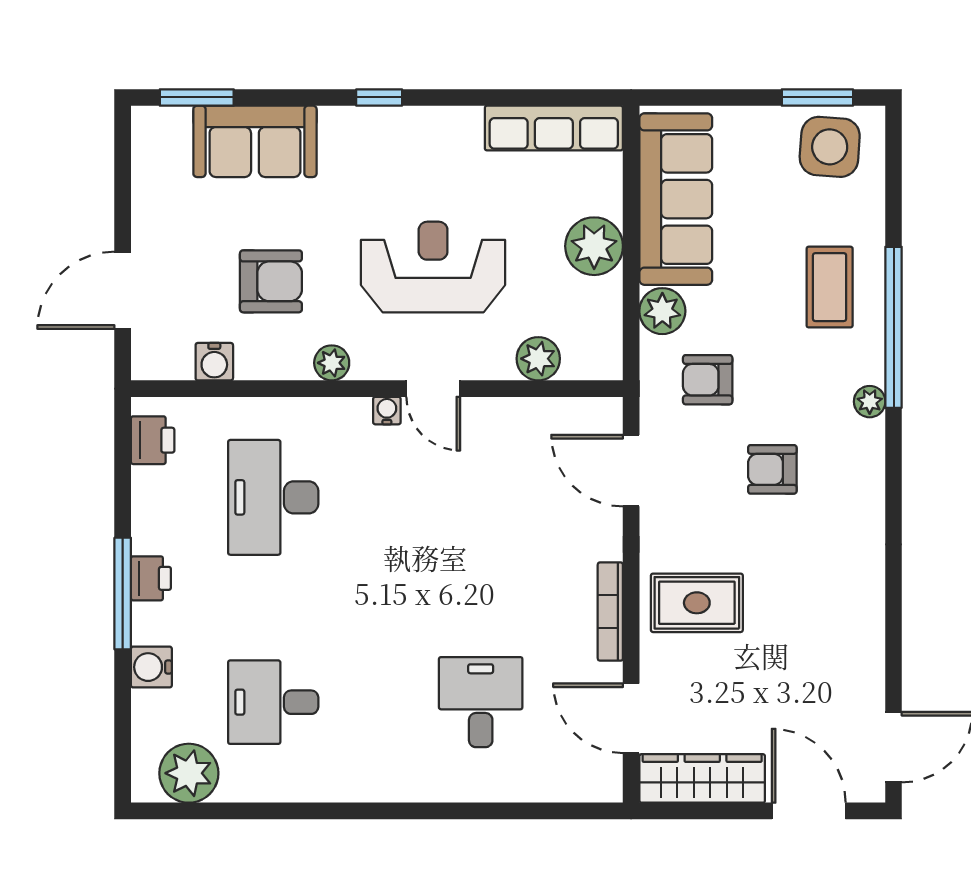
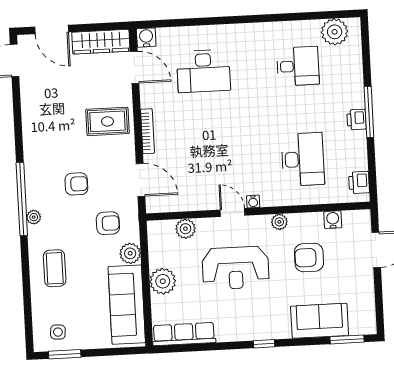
side table: (830, 147) -> (58, 332), width x0.54, depth x0.54
window: (894, 327) -> (22, 199), moved
bookcase: (610, 612) -> (147, 131), moved
water cooler: (151, 667) -> (146, 38), moved, turned -90
desk: (481, 702) -> (203, 71), width x1.37

